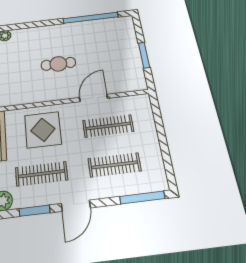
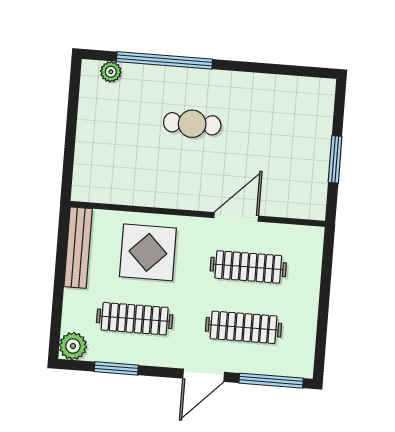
window: (91, 18) -> (165, 60), moved
cafe table: (58, 64) -> (192, 124), moved
door: (76, 206) -> (204, 375), moved

